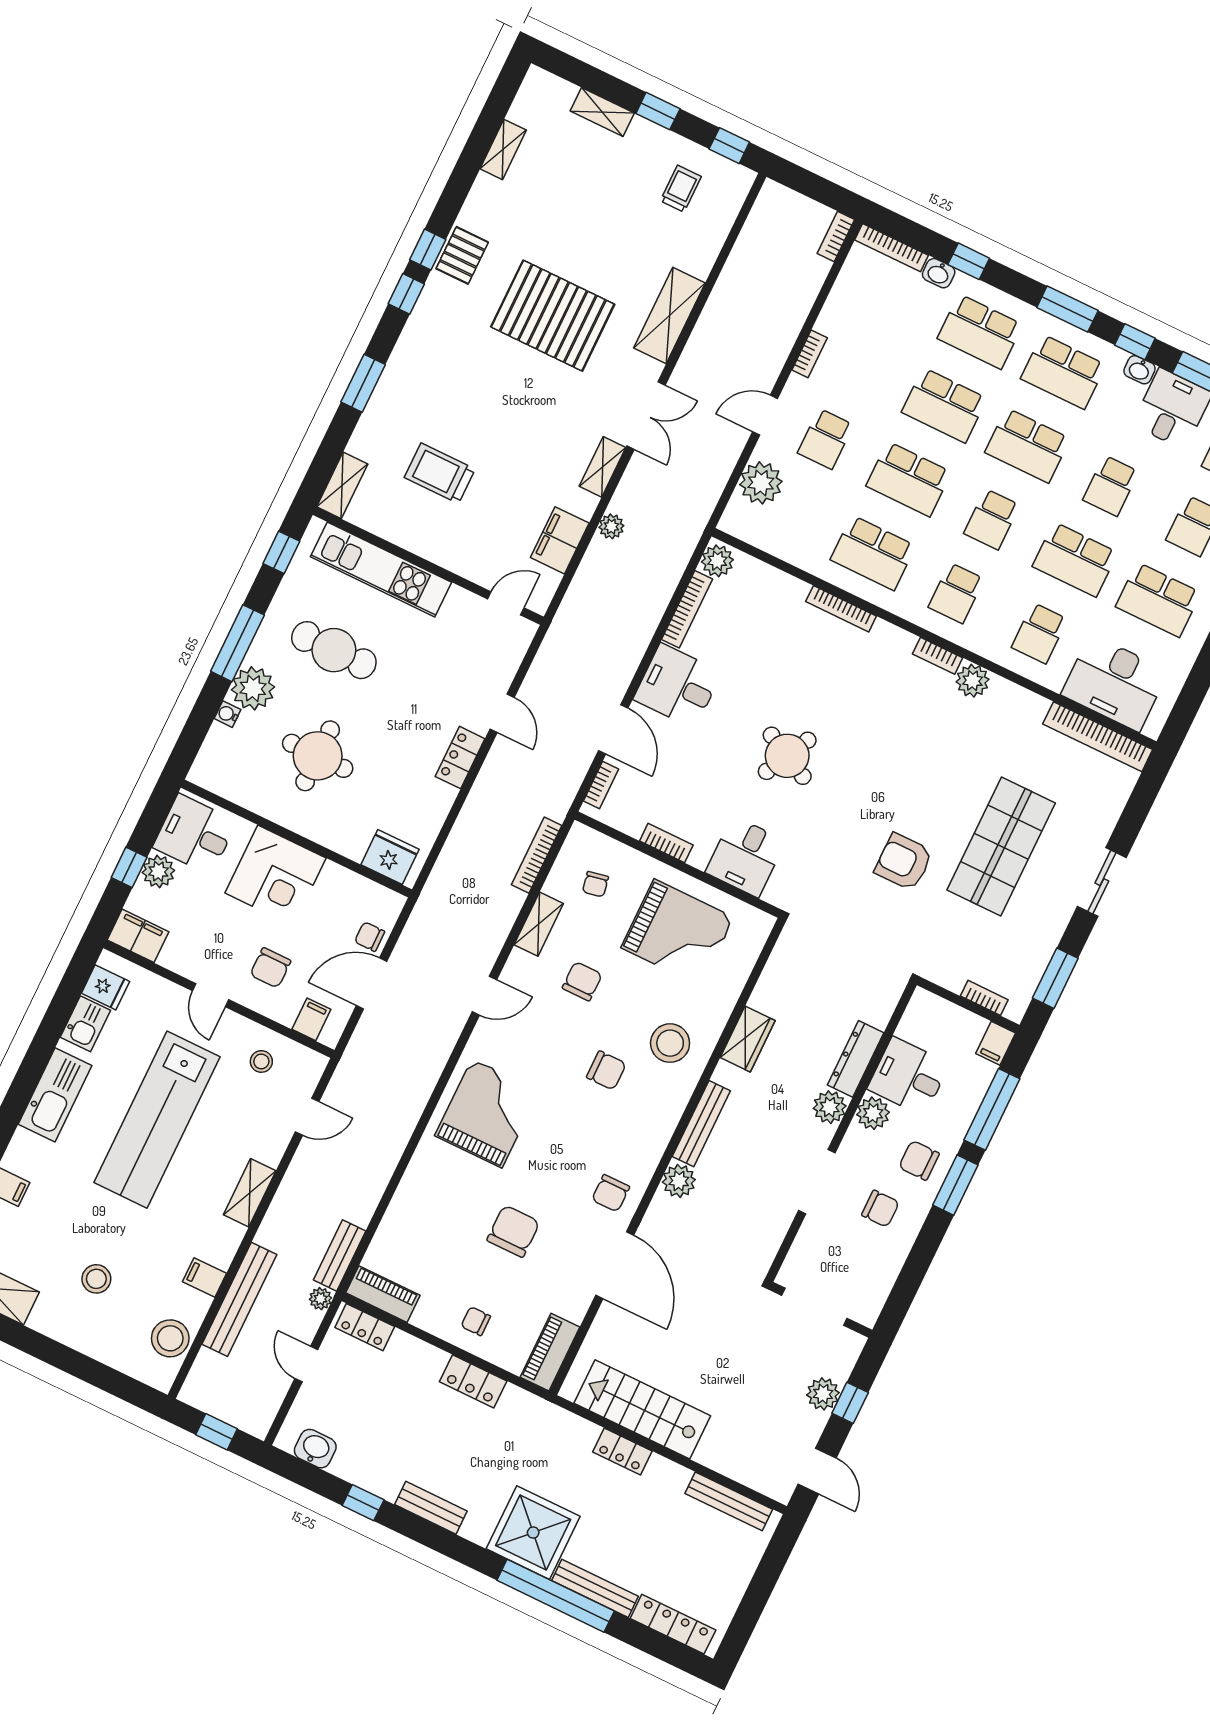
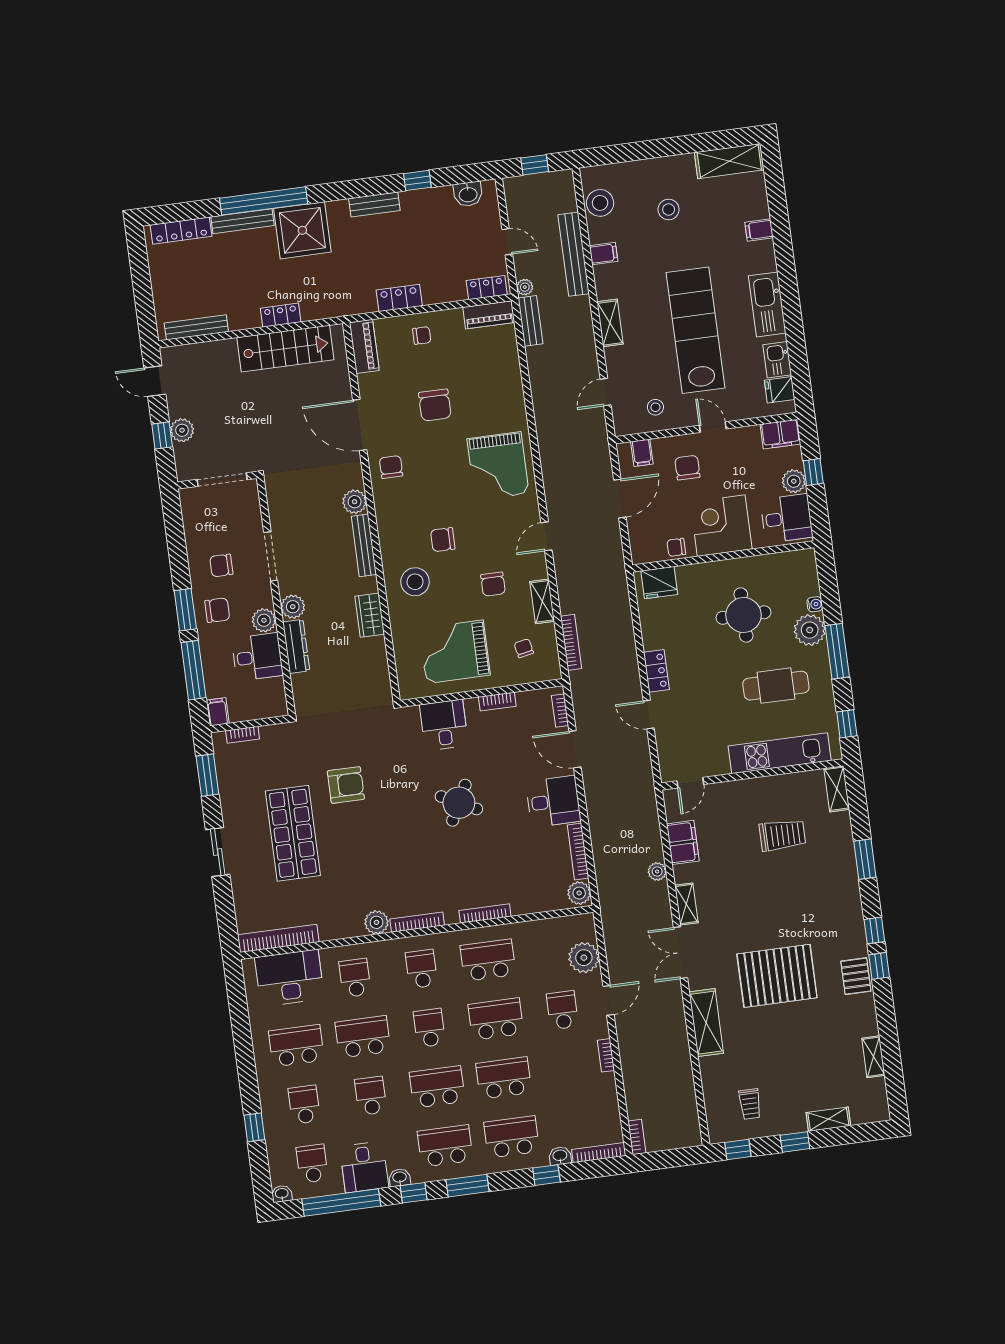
bookcase: (938, 656) -> (417, 922), width x1.56
chair: (370, 937) -> (676, 547), moved, turned 180

